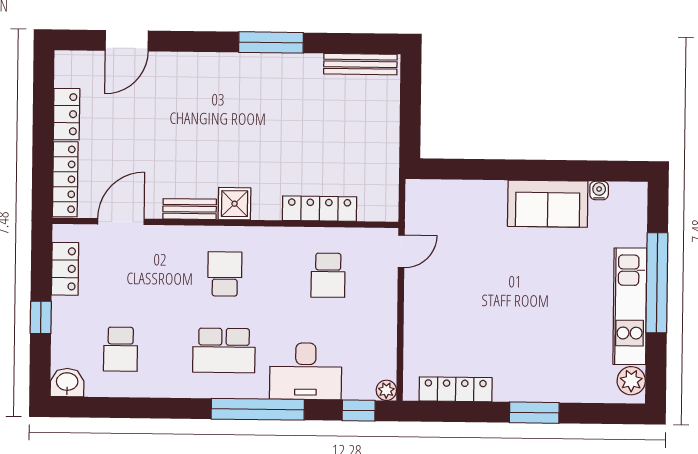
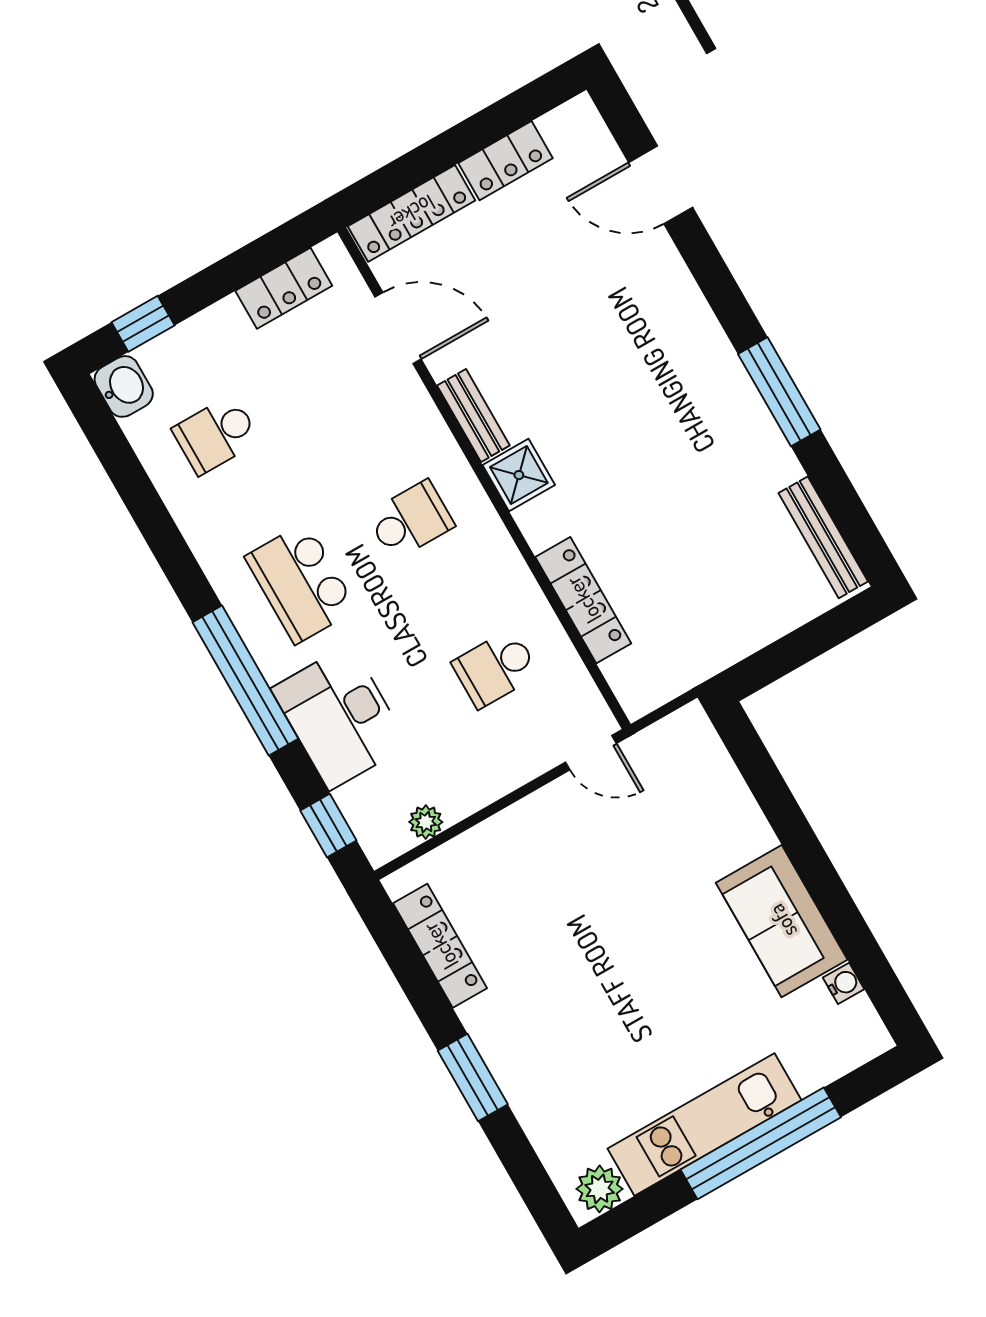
window: (41, 317) -> (143, 324), moved
plant: (386, 390) -> (426, 822), moved

